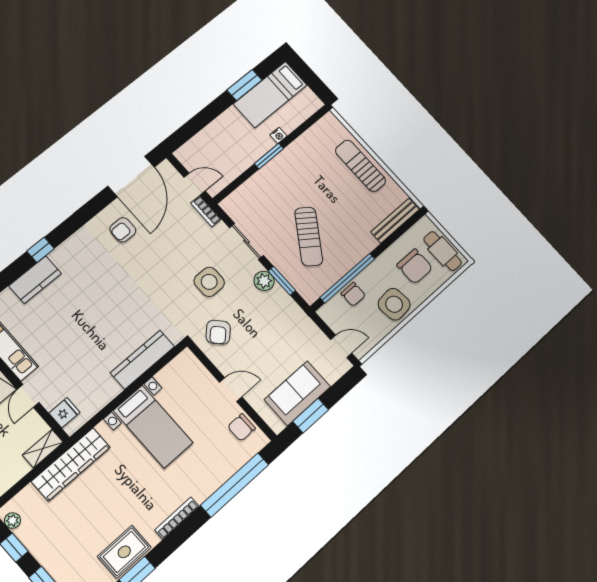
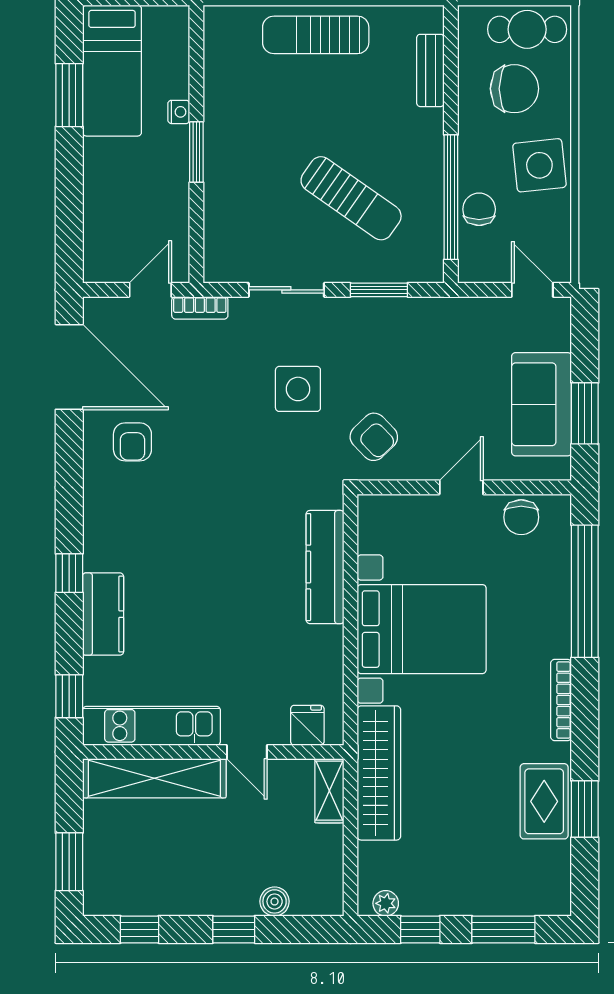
bench: (395, 221) -> (430, 70), width x0.73
plant: (264, 281) -> (359, 314), removed
chair: (353, 294) -> (479, 209), turned -90
door: (341, 346) -> (532, 290), hinge flipped
bed with nightstands: (153, 427) -> (422, 629), width x1.36

